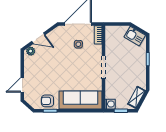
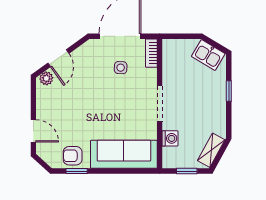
door: (38, 38) -> (58, 58), hinge flipped
door: (22, 85) -> (33, 131), swing flipped
washing machine: (110, 104) -> (170, 138), moved

